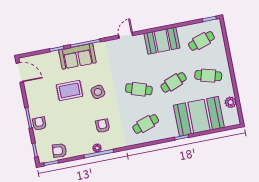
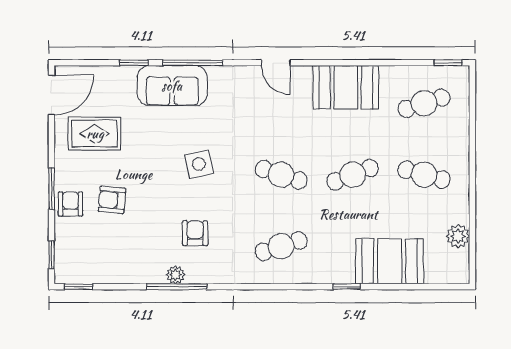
door: (126, 35) -> (276, 63), swing flipped
door: (20, 72) -> (51, 95), hinge flipped
rug: (70, 90) -> (95, 134), moved
booth: (199, 116) -> (390, 261), width x0.73, depth x0.70
armchair: (59, 151) -> (112, 200), moved

